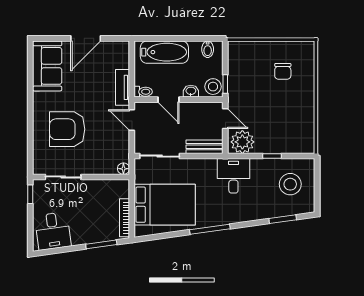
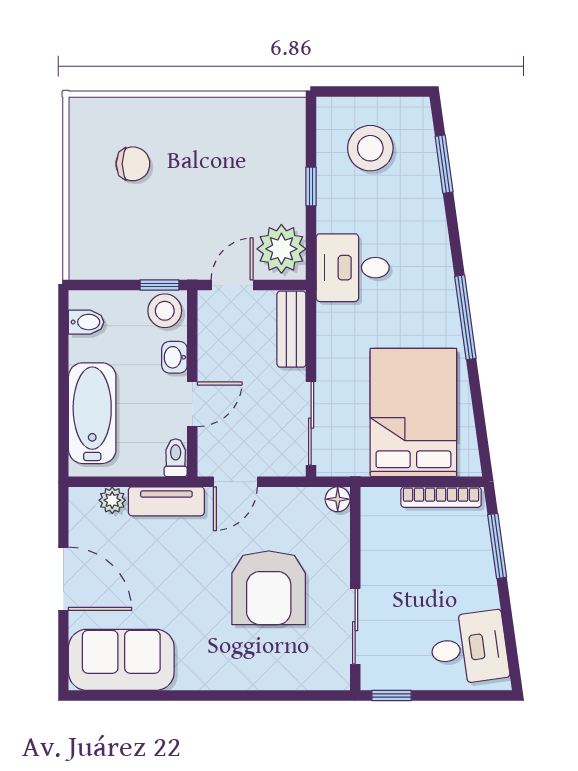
plant: (123, 62) -> (112, 500), added
armchair: (67, 129) -> (269, 588), moved

